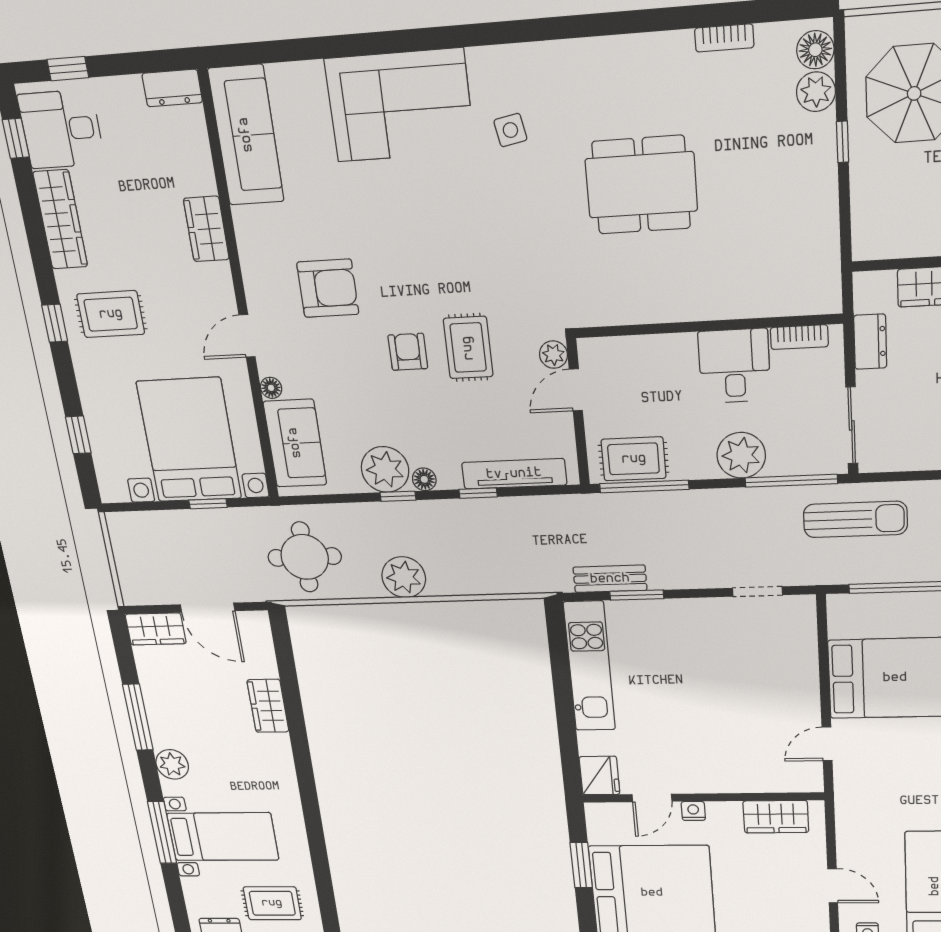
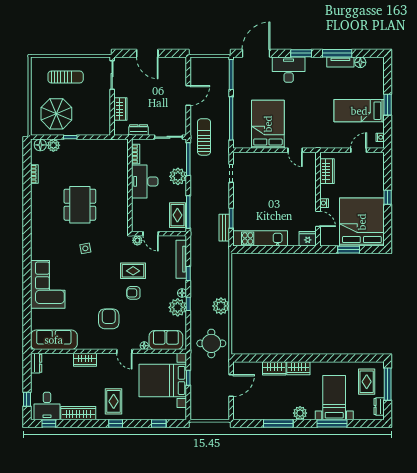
side table: (510, 130) -> (85, 248), moved
desk: (734, 366) -> (145, 181), width x1.37
wardrobe: (156, 629) -> (298, 368), moved, turned 90

